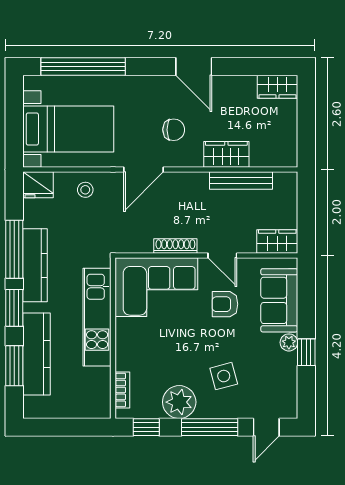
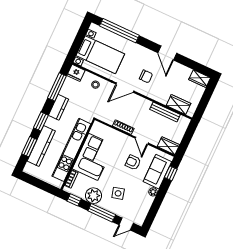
wardrobe: (226, 154) -> (178, 104), moved
window: (14, 249) -> (57, 87), moved
kitchen counter: (35, 265) -> (58, 107), width x0.67
corner sofa: (156, 287) -> (93, 157), moved, turned -90
kitchen unit: (97, 317) -> (71, 150), width x1.36
window: (306, 352) -> (171, 173), moved

